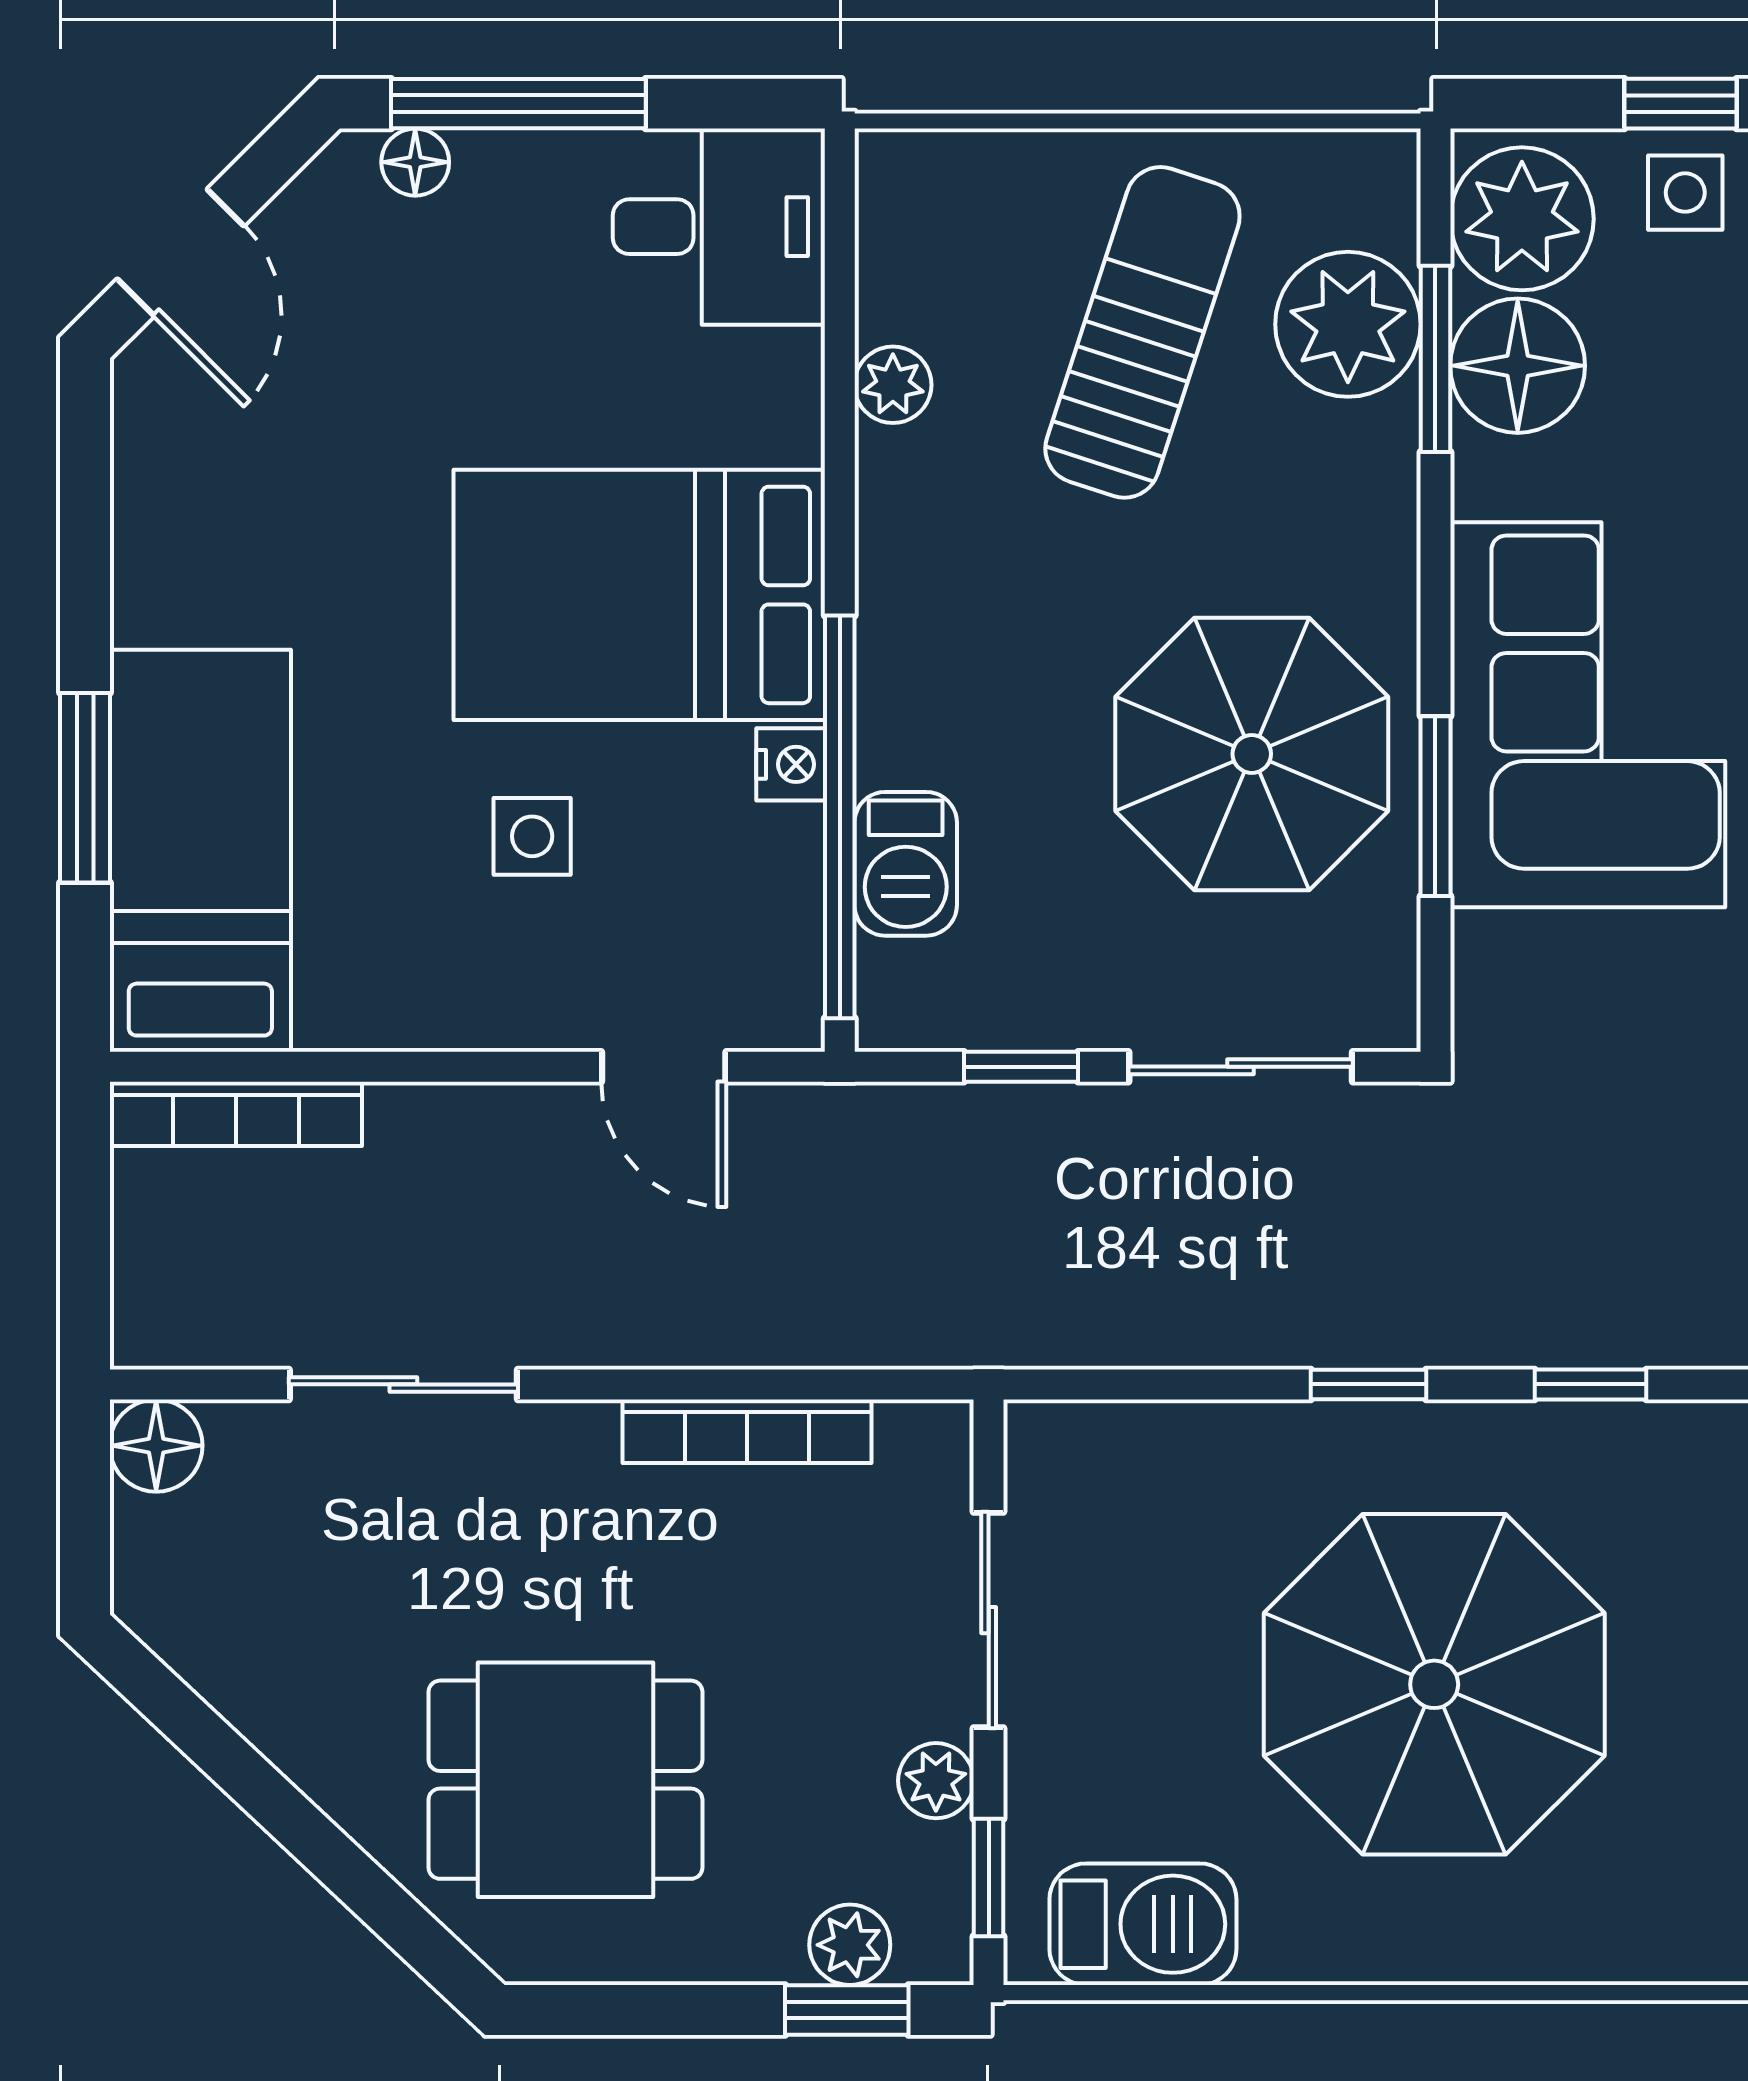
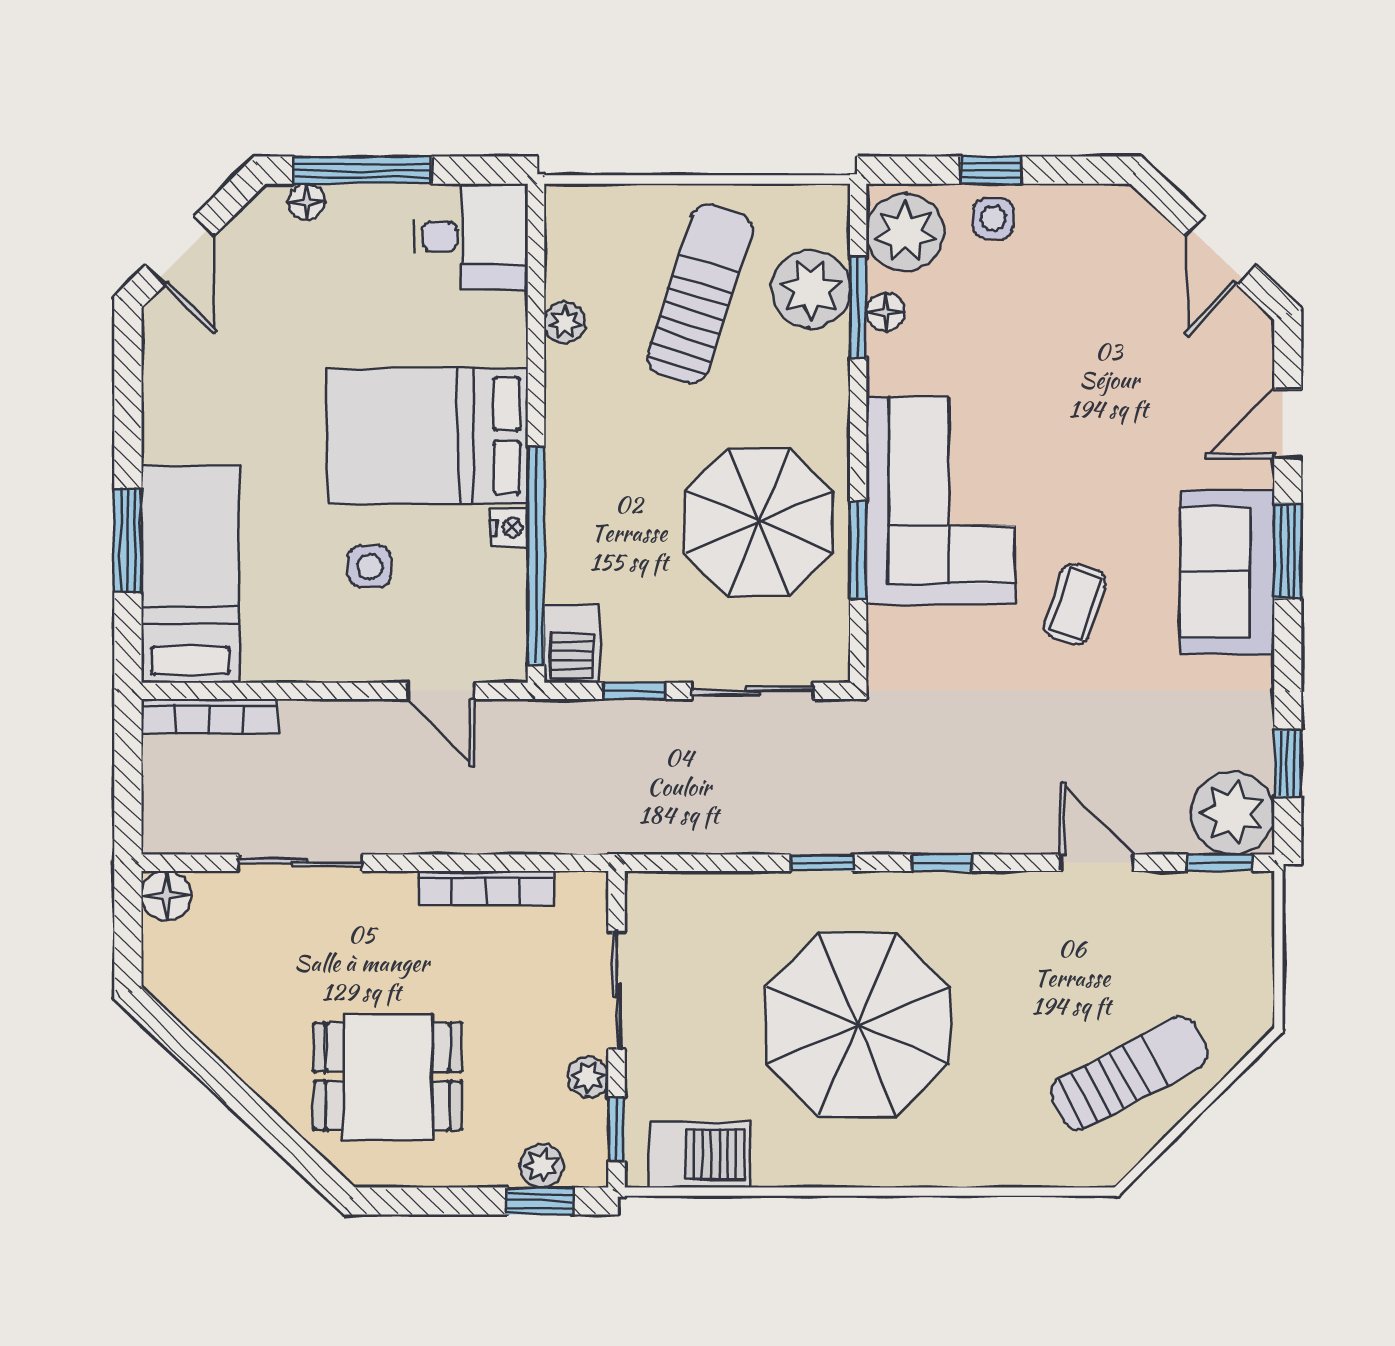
floor lamp: (1518, 366) -> (886, 312), width x0.53, depth x0.53
barbecue: (906, 864) -> (572, 644), moved

